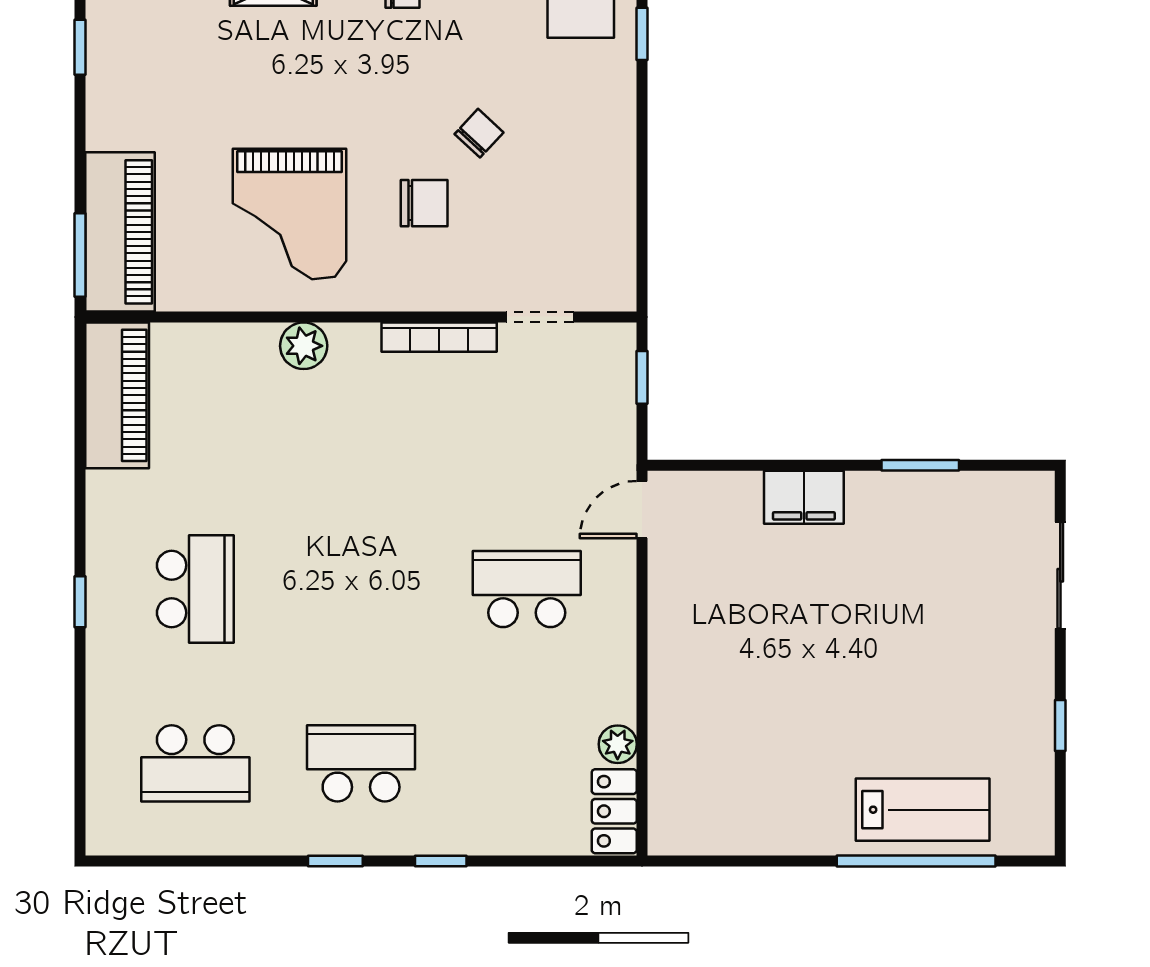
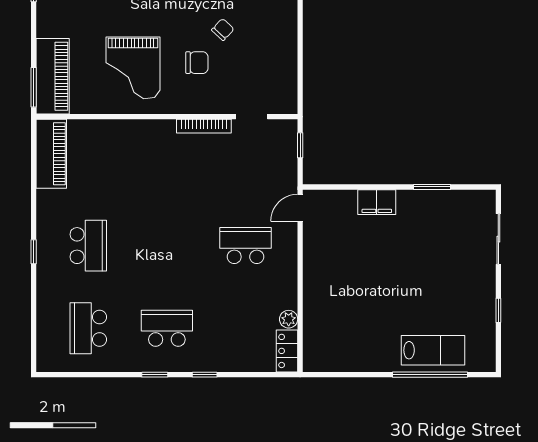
plant: (304, 346) -> (140, 130), removed
school desk: (195, 763) -> (88, 328), turned 90

